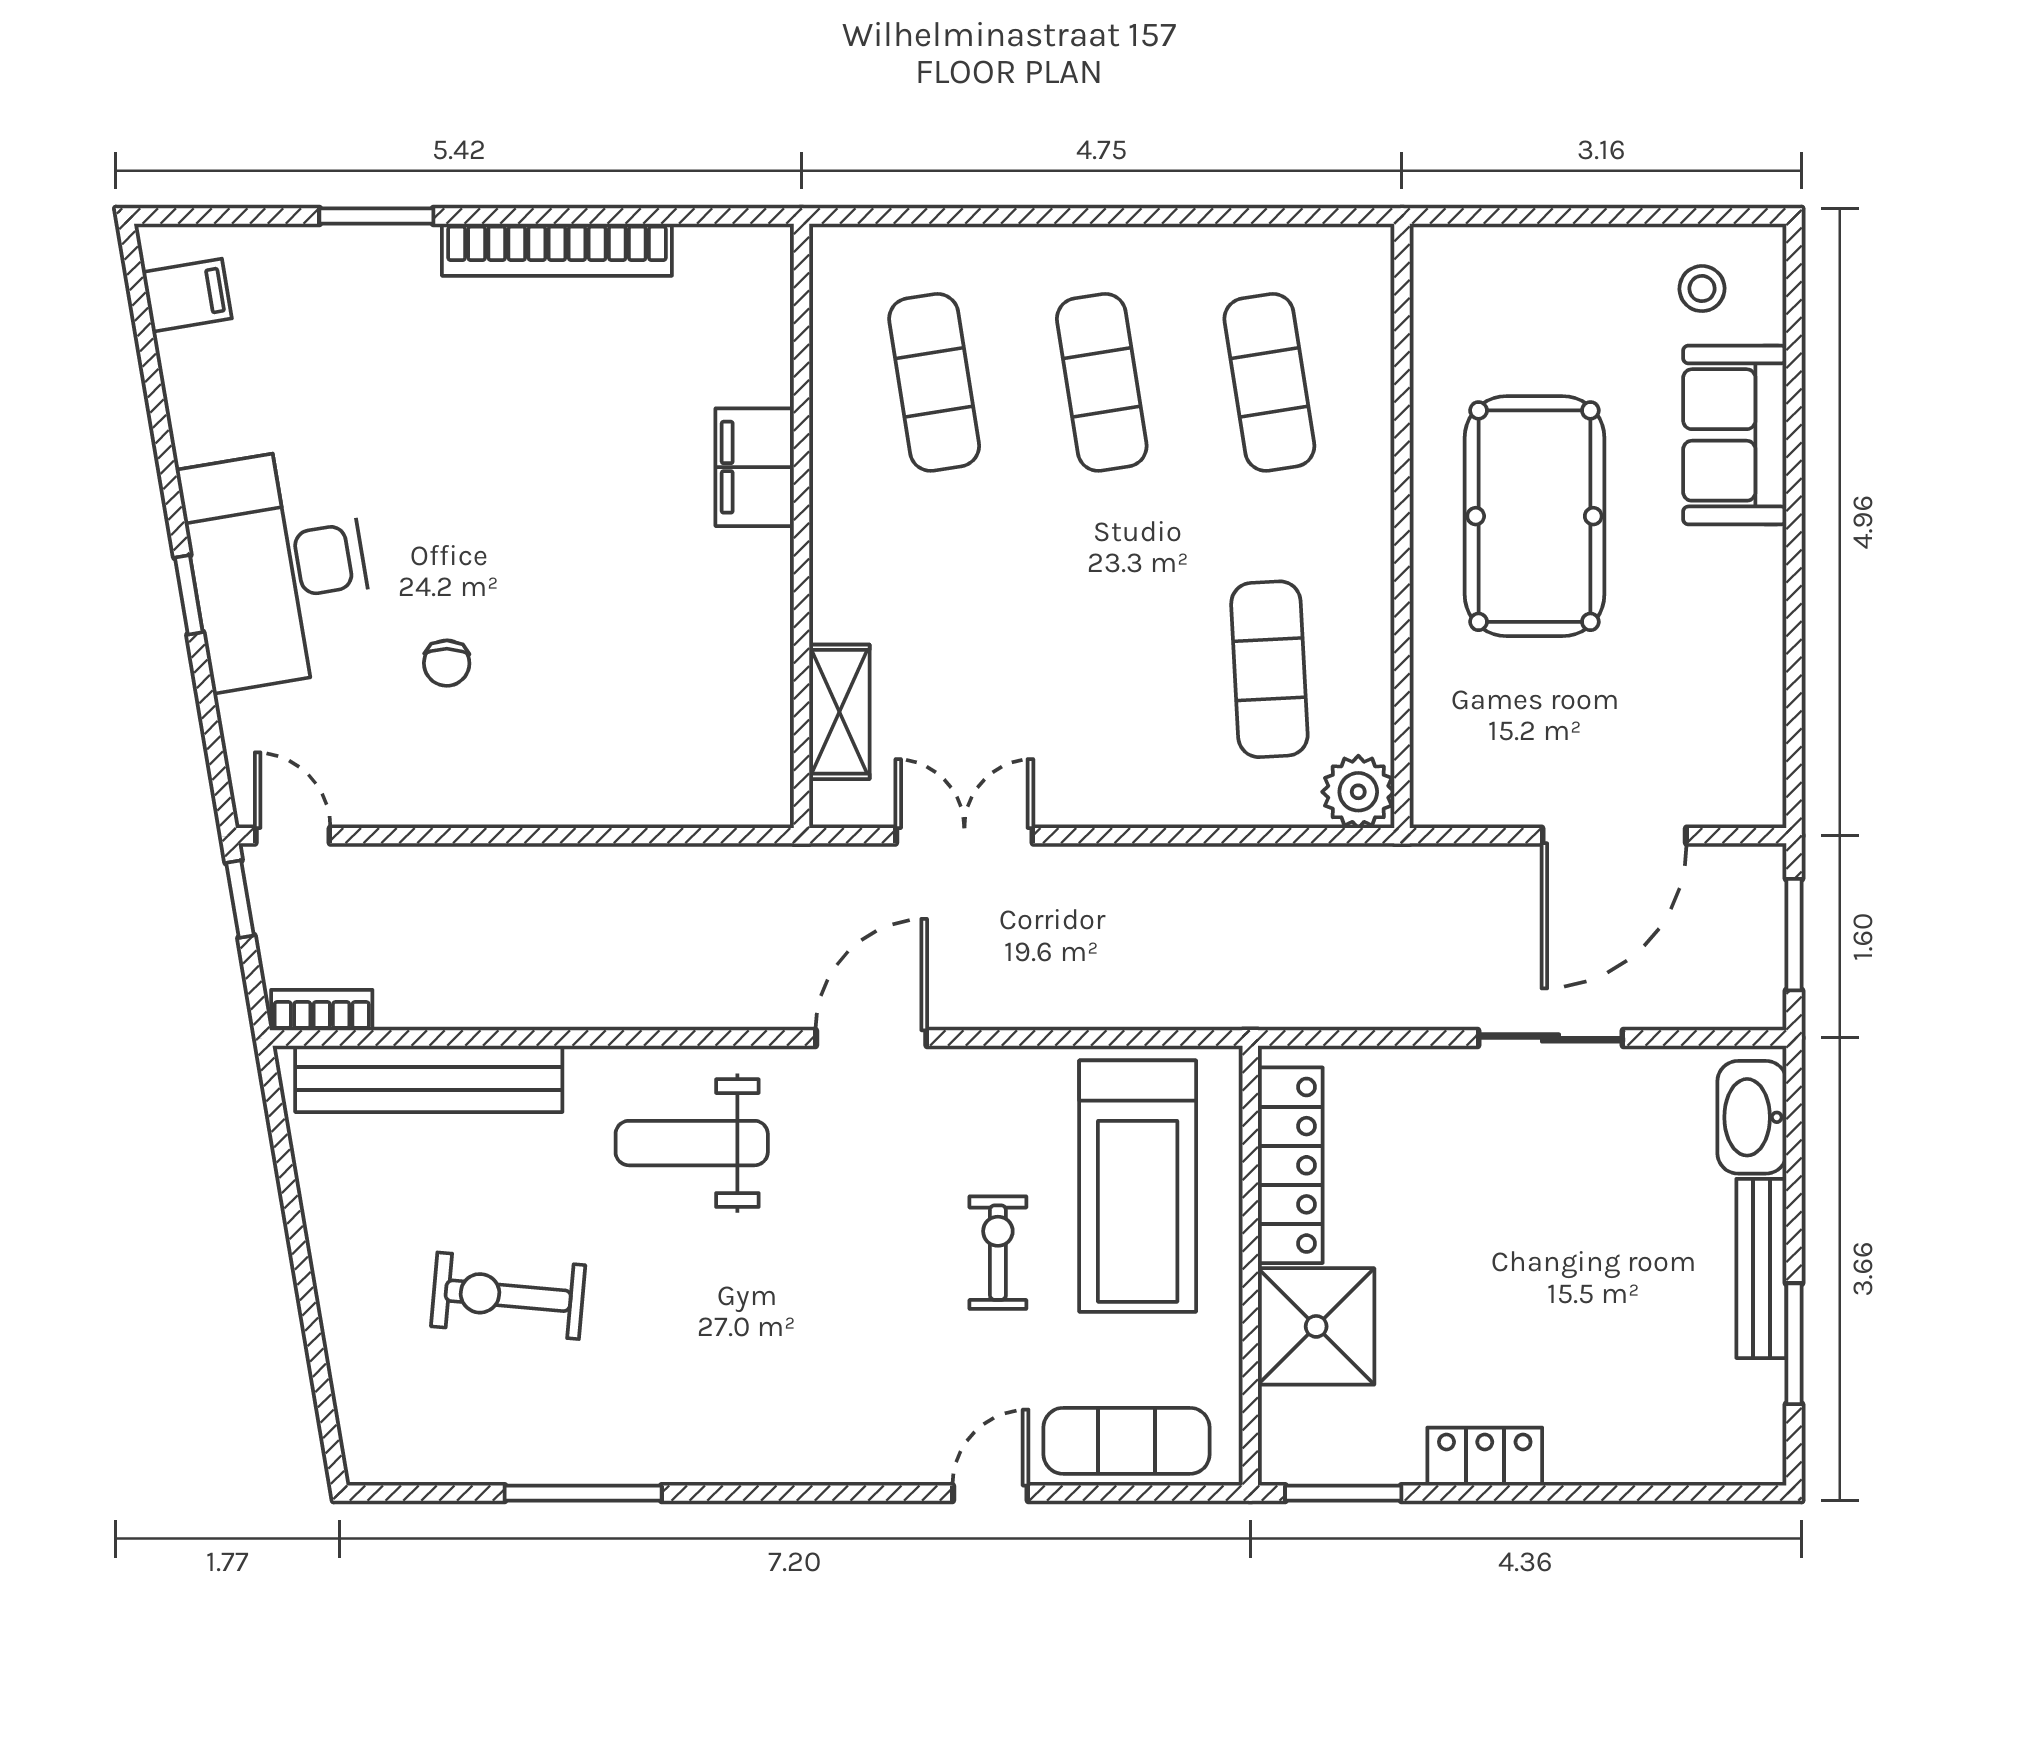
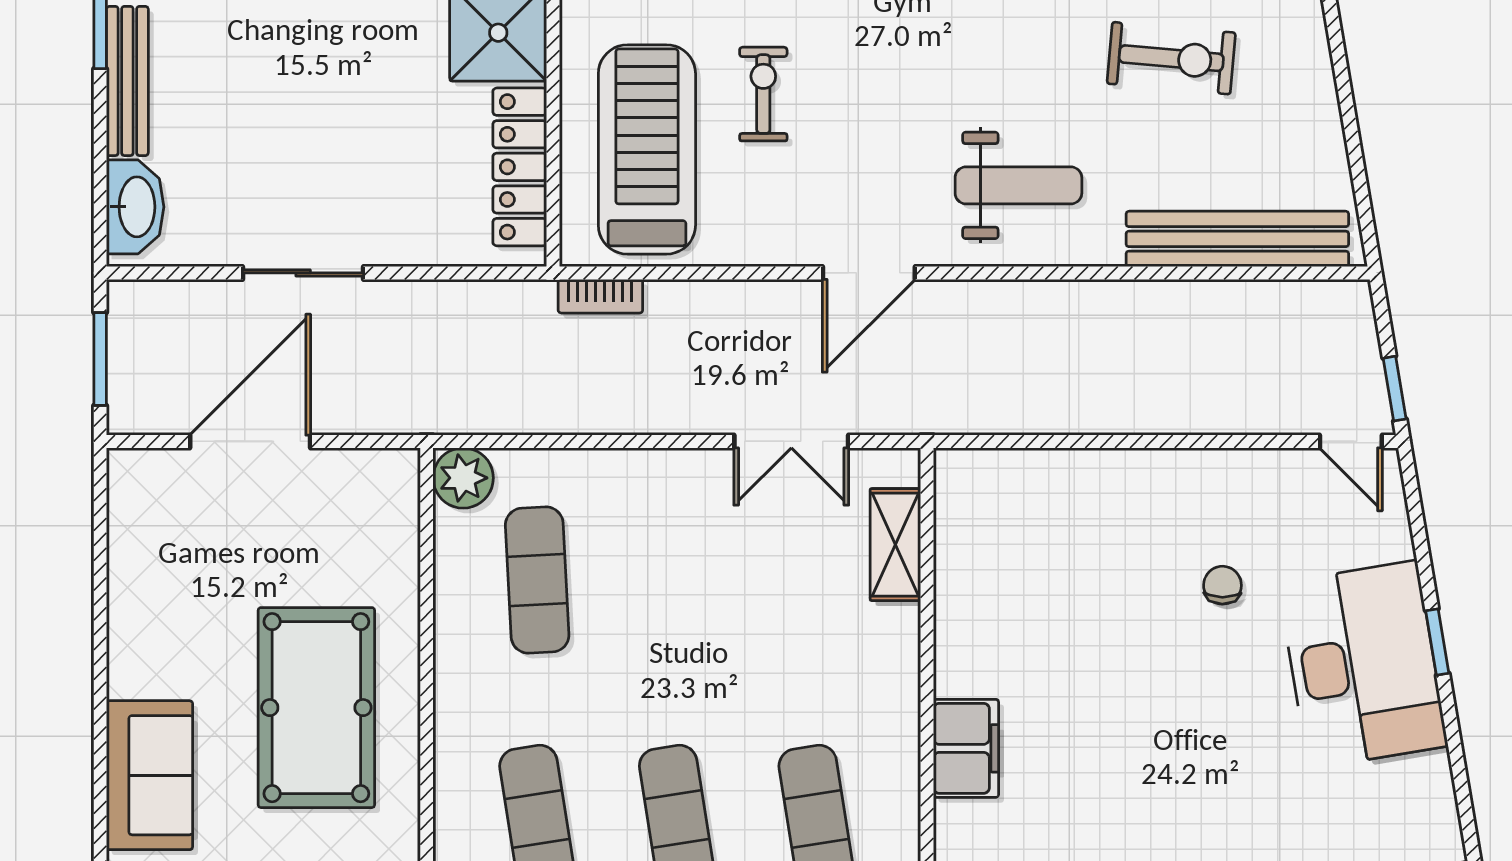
bookcase: (322, 1010) -> (600, 296), moved
exercise bike: (998, 1253) -> (763, 94), turned 180

